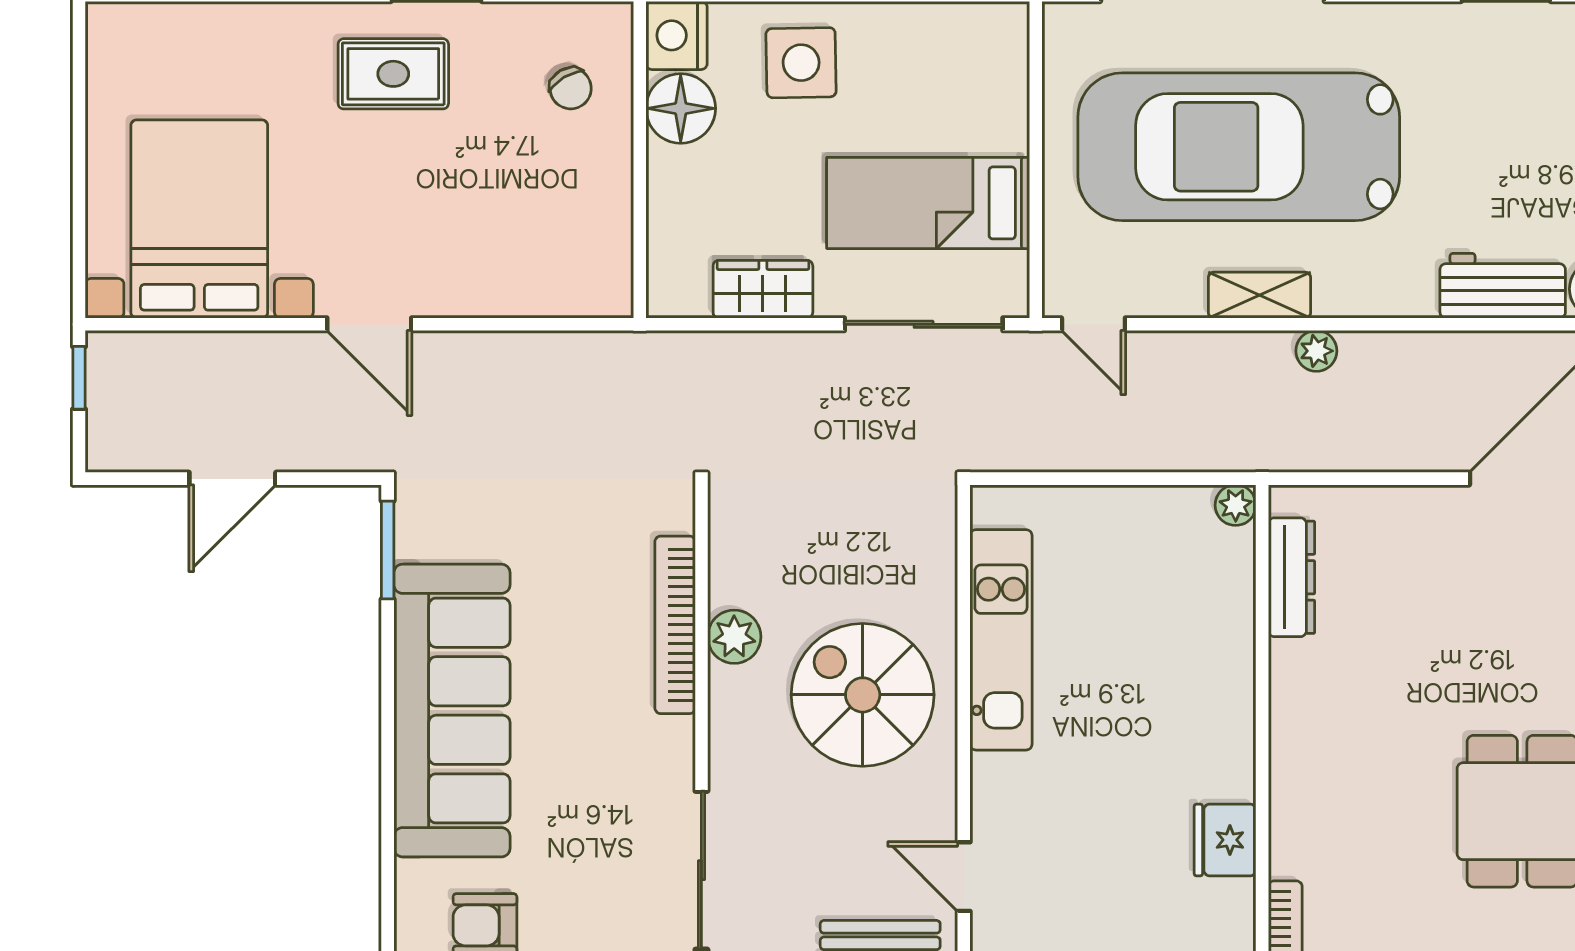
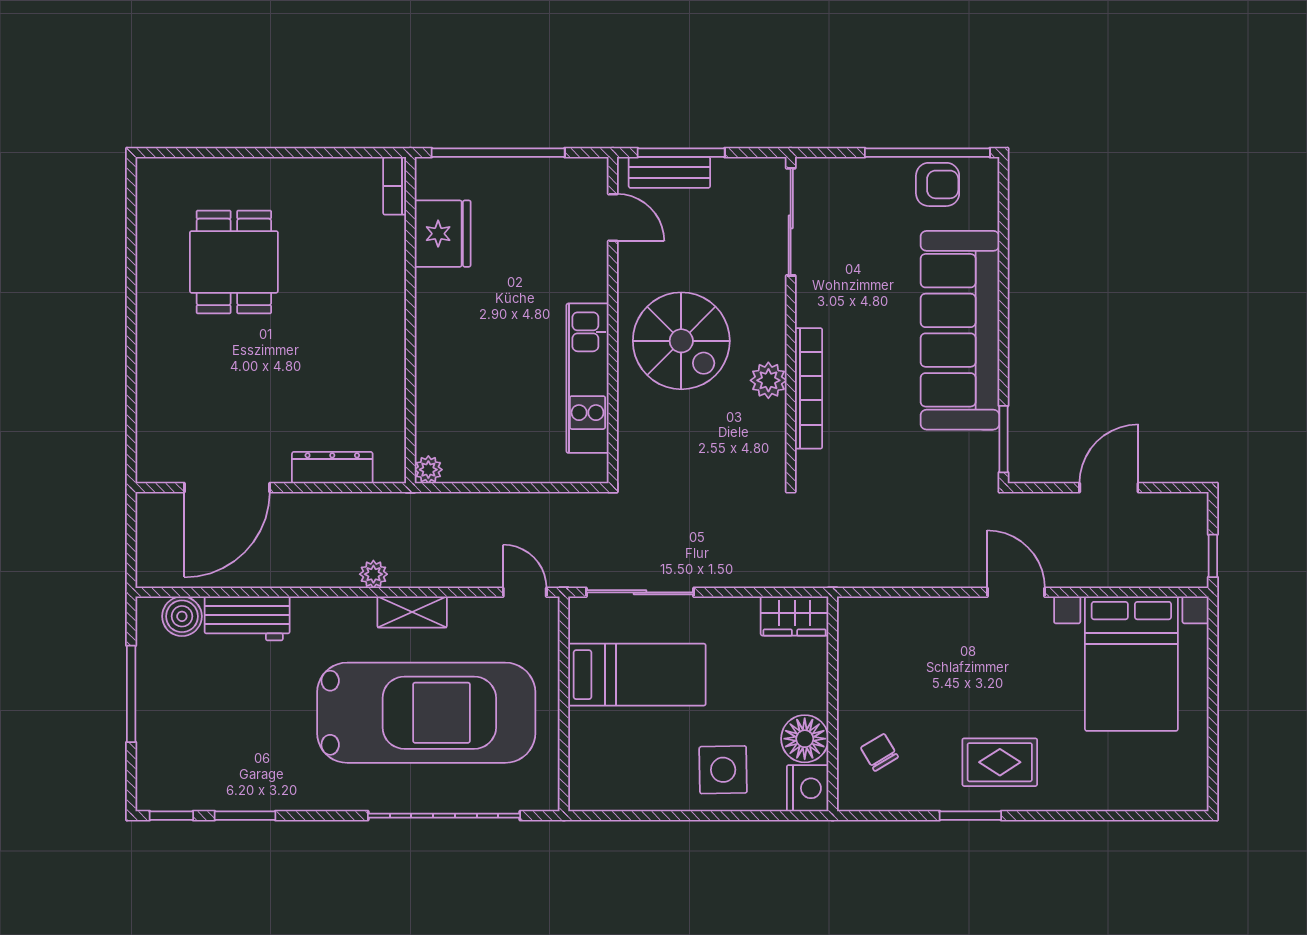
wardrobe: (763, 289) -> (795, 616), moved
dresser: (1291, 577) -> (332, 468), moved, turned 90
fridge: (1225, 840) -> (443, 234), width x1.36, depth x1.34

